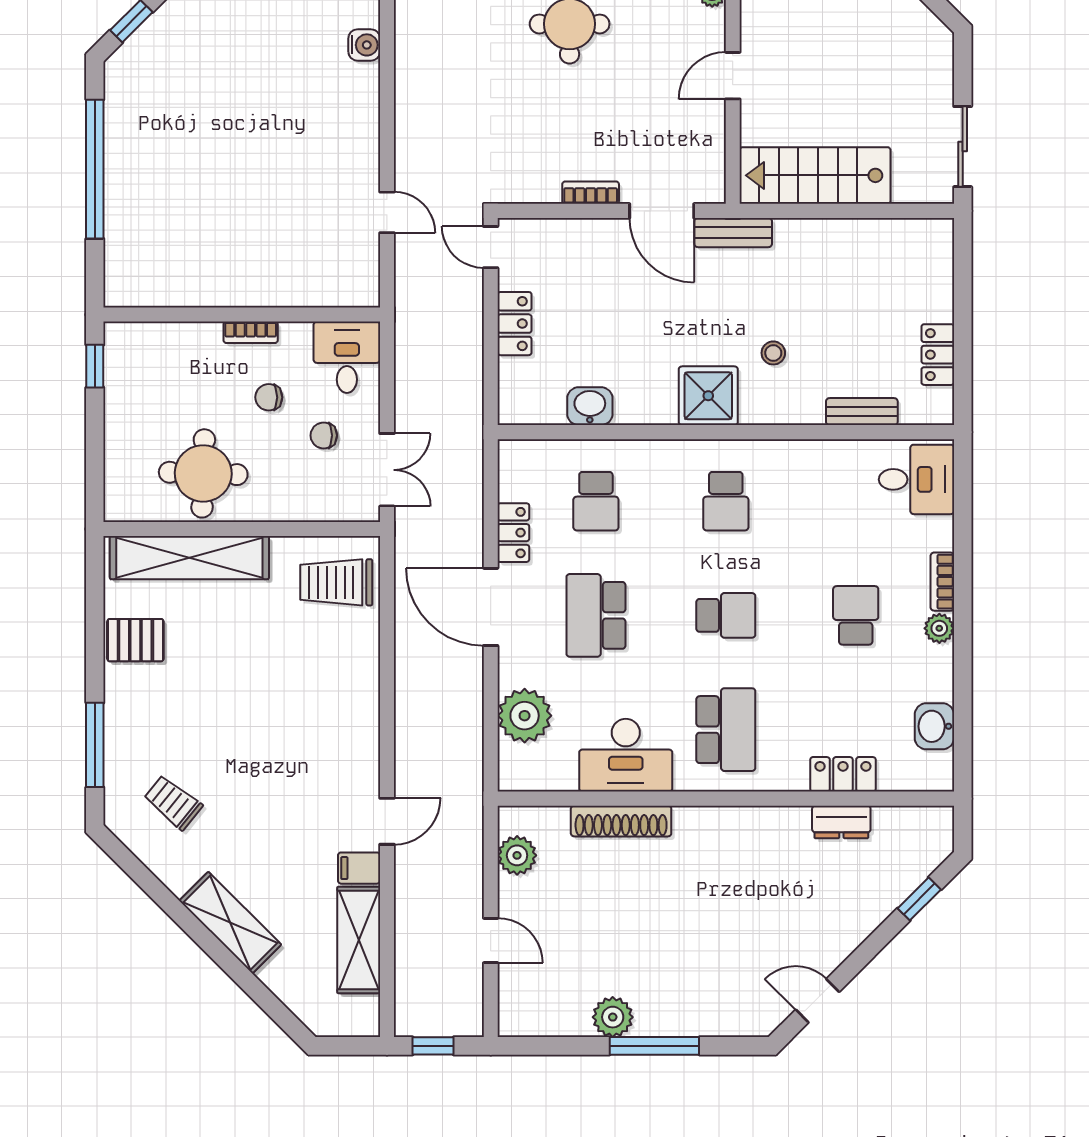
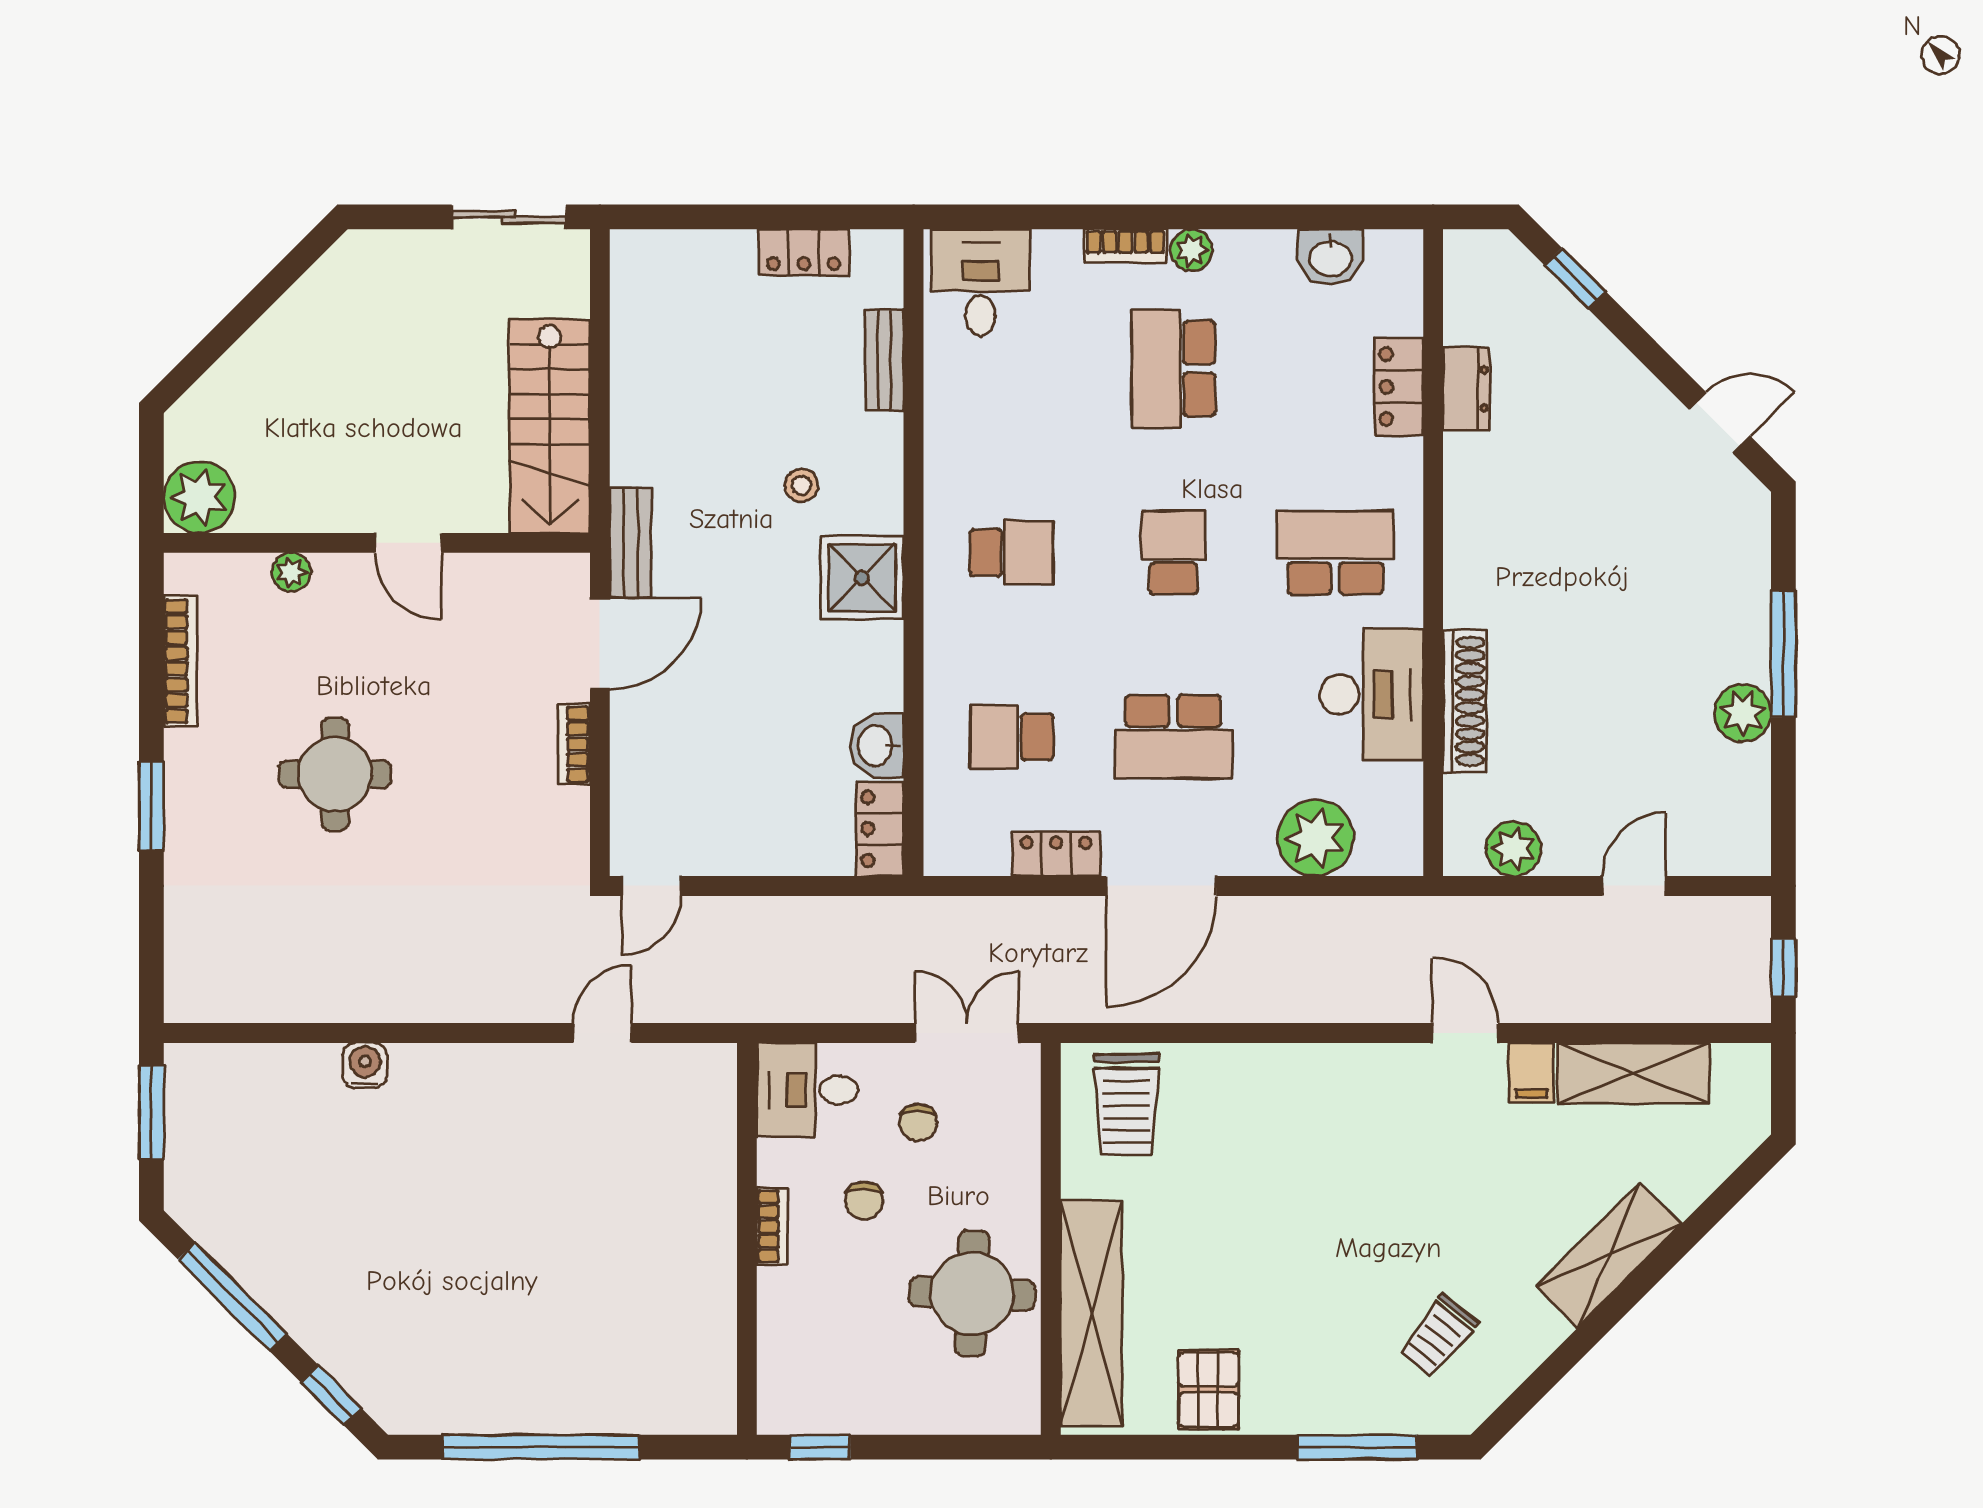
locker: (515, 324) -> (880, 829), moved, turned -90
school desk: (596, 501) -> (1011, 737), turned 180
school desk: (856, 615) -> (1173, 369), width x1.85
door: (817, 1001) -> (1720, 423), swing flipped

